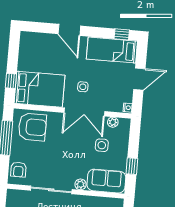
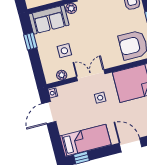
door: (139, 79) -> (49, 113), moved
double door: (84, 112) -> (91, 75), width x0.73

